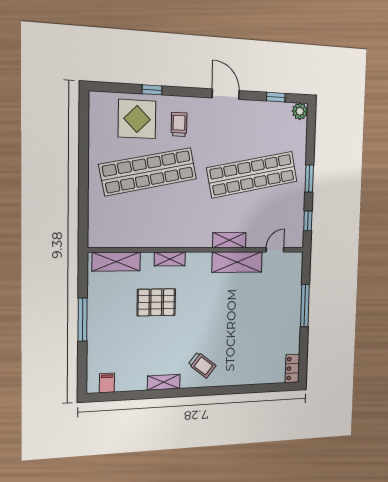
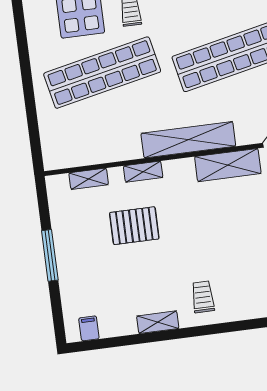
shelving: (229, 240) -> (188, 140), width x2.20, depth x1.33
shelving: (116, 262) -> (89, 179), width x0.67, depth x0.75
trolley: (202, 365) -> (203, 297), turned -128

